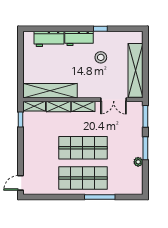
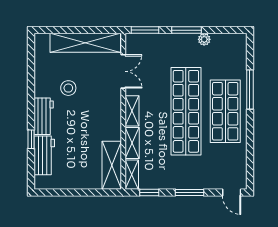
window: (100, 29) -> (31, 139), moved
shelving: (50, 91) -> (112, 165), width x0.68
shop shelf: (83, 148) -> (186, 111), width x1.40
window: (20, 151) -> (190, 192), added

